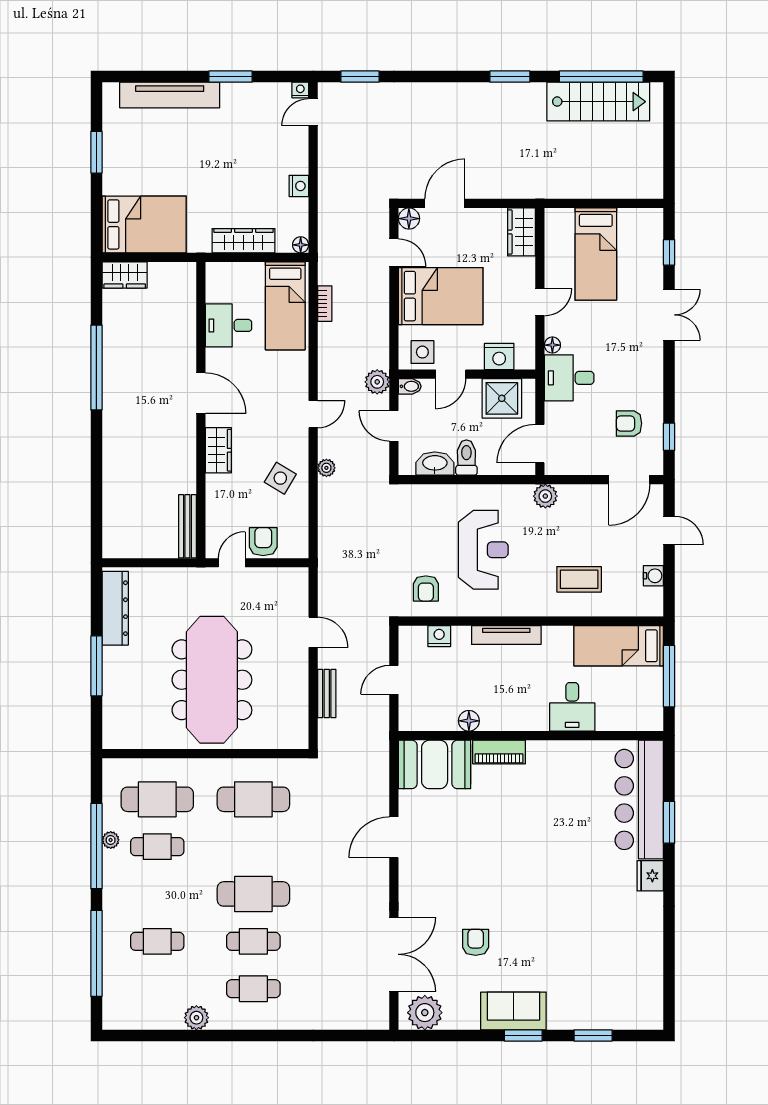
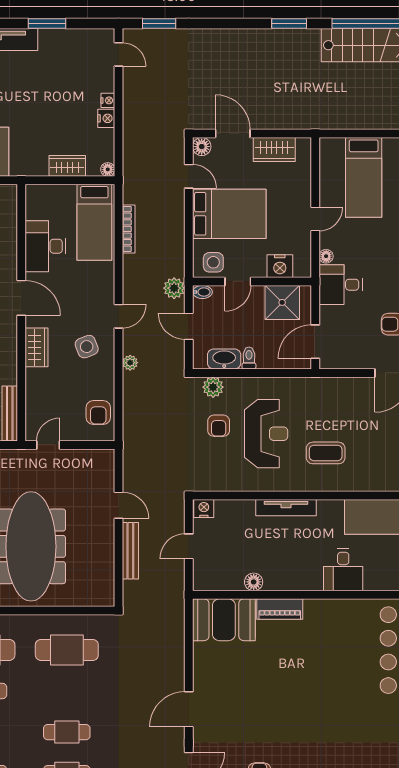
nightstand: (300, 90) -> (108, 100), moved, turned 90
door: (313, 112) -> (119, 54), swing flipped
door: (445, 203) -> (233, 134), hinge flipped
wardrobe: (521, 232) -> (274, 149), moved, turned -90
wardrobe: (243, 241) -> (67, 166), width x0.67
bookcase: (325, 304) -> (129, 229), width x1.56
desk: (229, 325) -> (45, 246), width x1.37
toilet: (466, 458) -> (249, 358), width x0.73, depth x0.72
side table: (280, 478) -> (87, 347), moved, turned 38
plant: (545, 496) -> (213, 387), moved
armchair: (263, 542) -> (98, 412), moved, turned 180
coffee table: (579, 579) -> (326, 453), moved
armchair: (426, 589) -> (219, 426), moved
nightstand: (439, 636) -> (204, 509), moved
bench: (327, 694) -> (130, 551), width x1.36
door: (394, 837) -> (189, 709), moved
cafe table: (253, 894) -> (67, 732), width x0.73, depth x0.74

